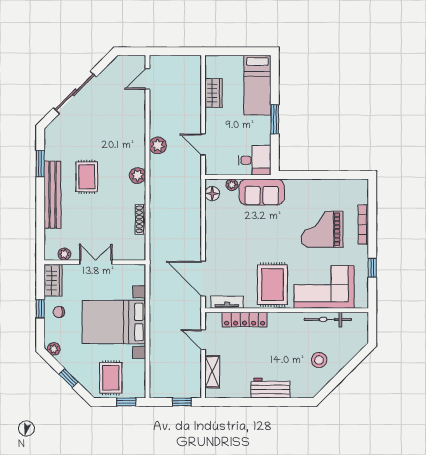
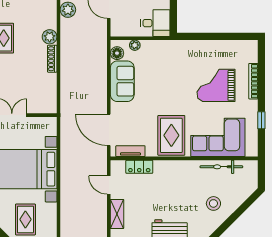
sofa: (262, 192) -> (122, 81), moved, turned -90
shoe rack: (140, 219) -> (52, 59), moved
locker: (245, 319) -> (139, 167), width x0.66

